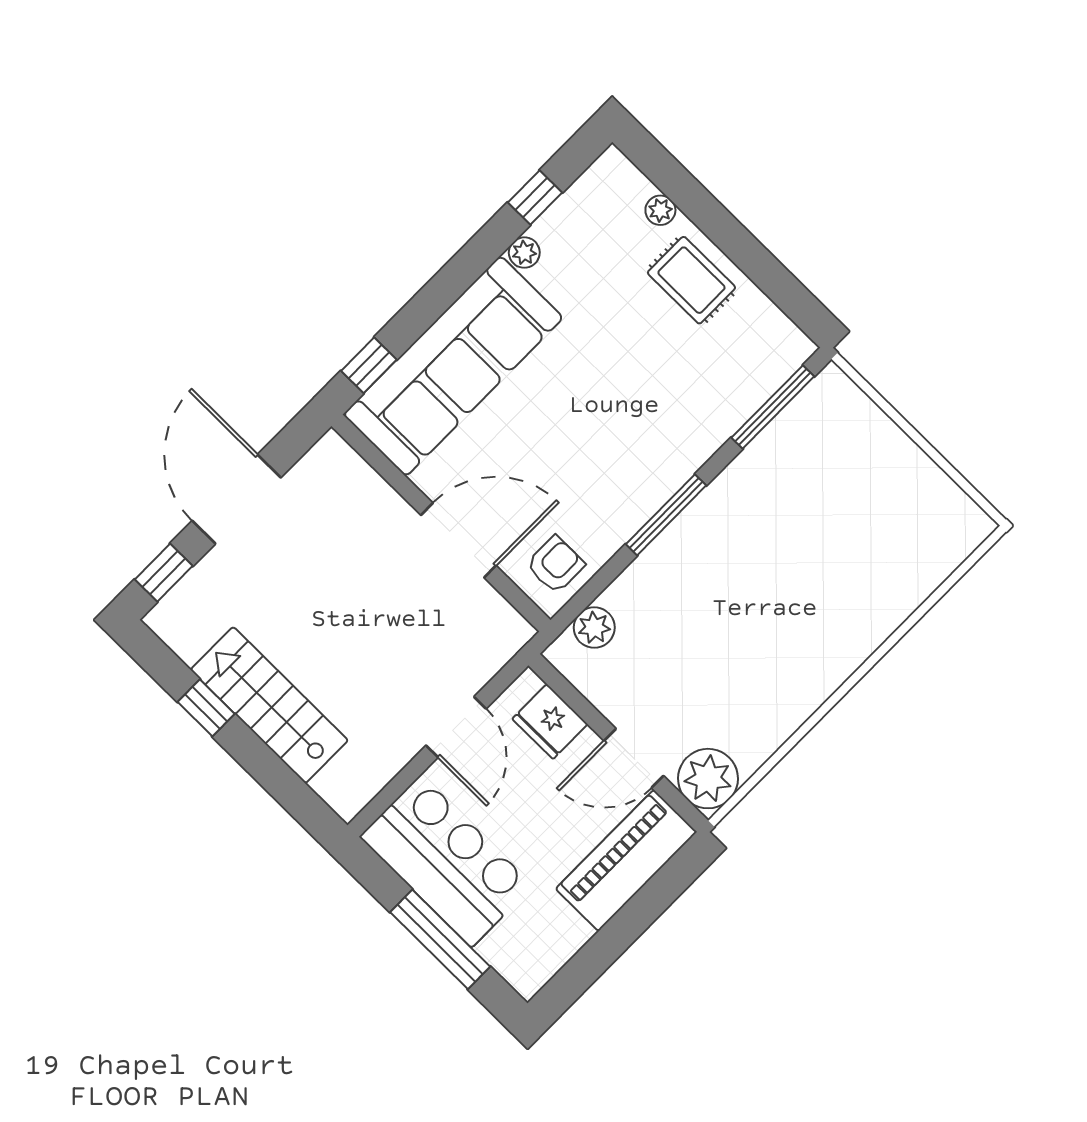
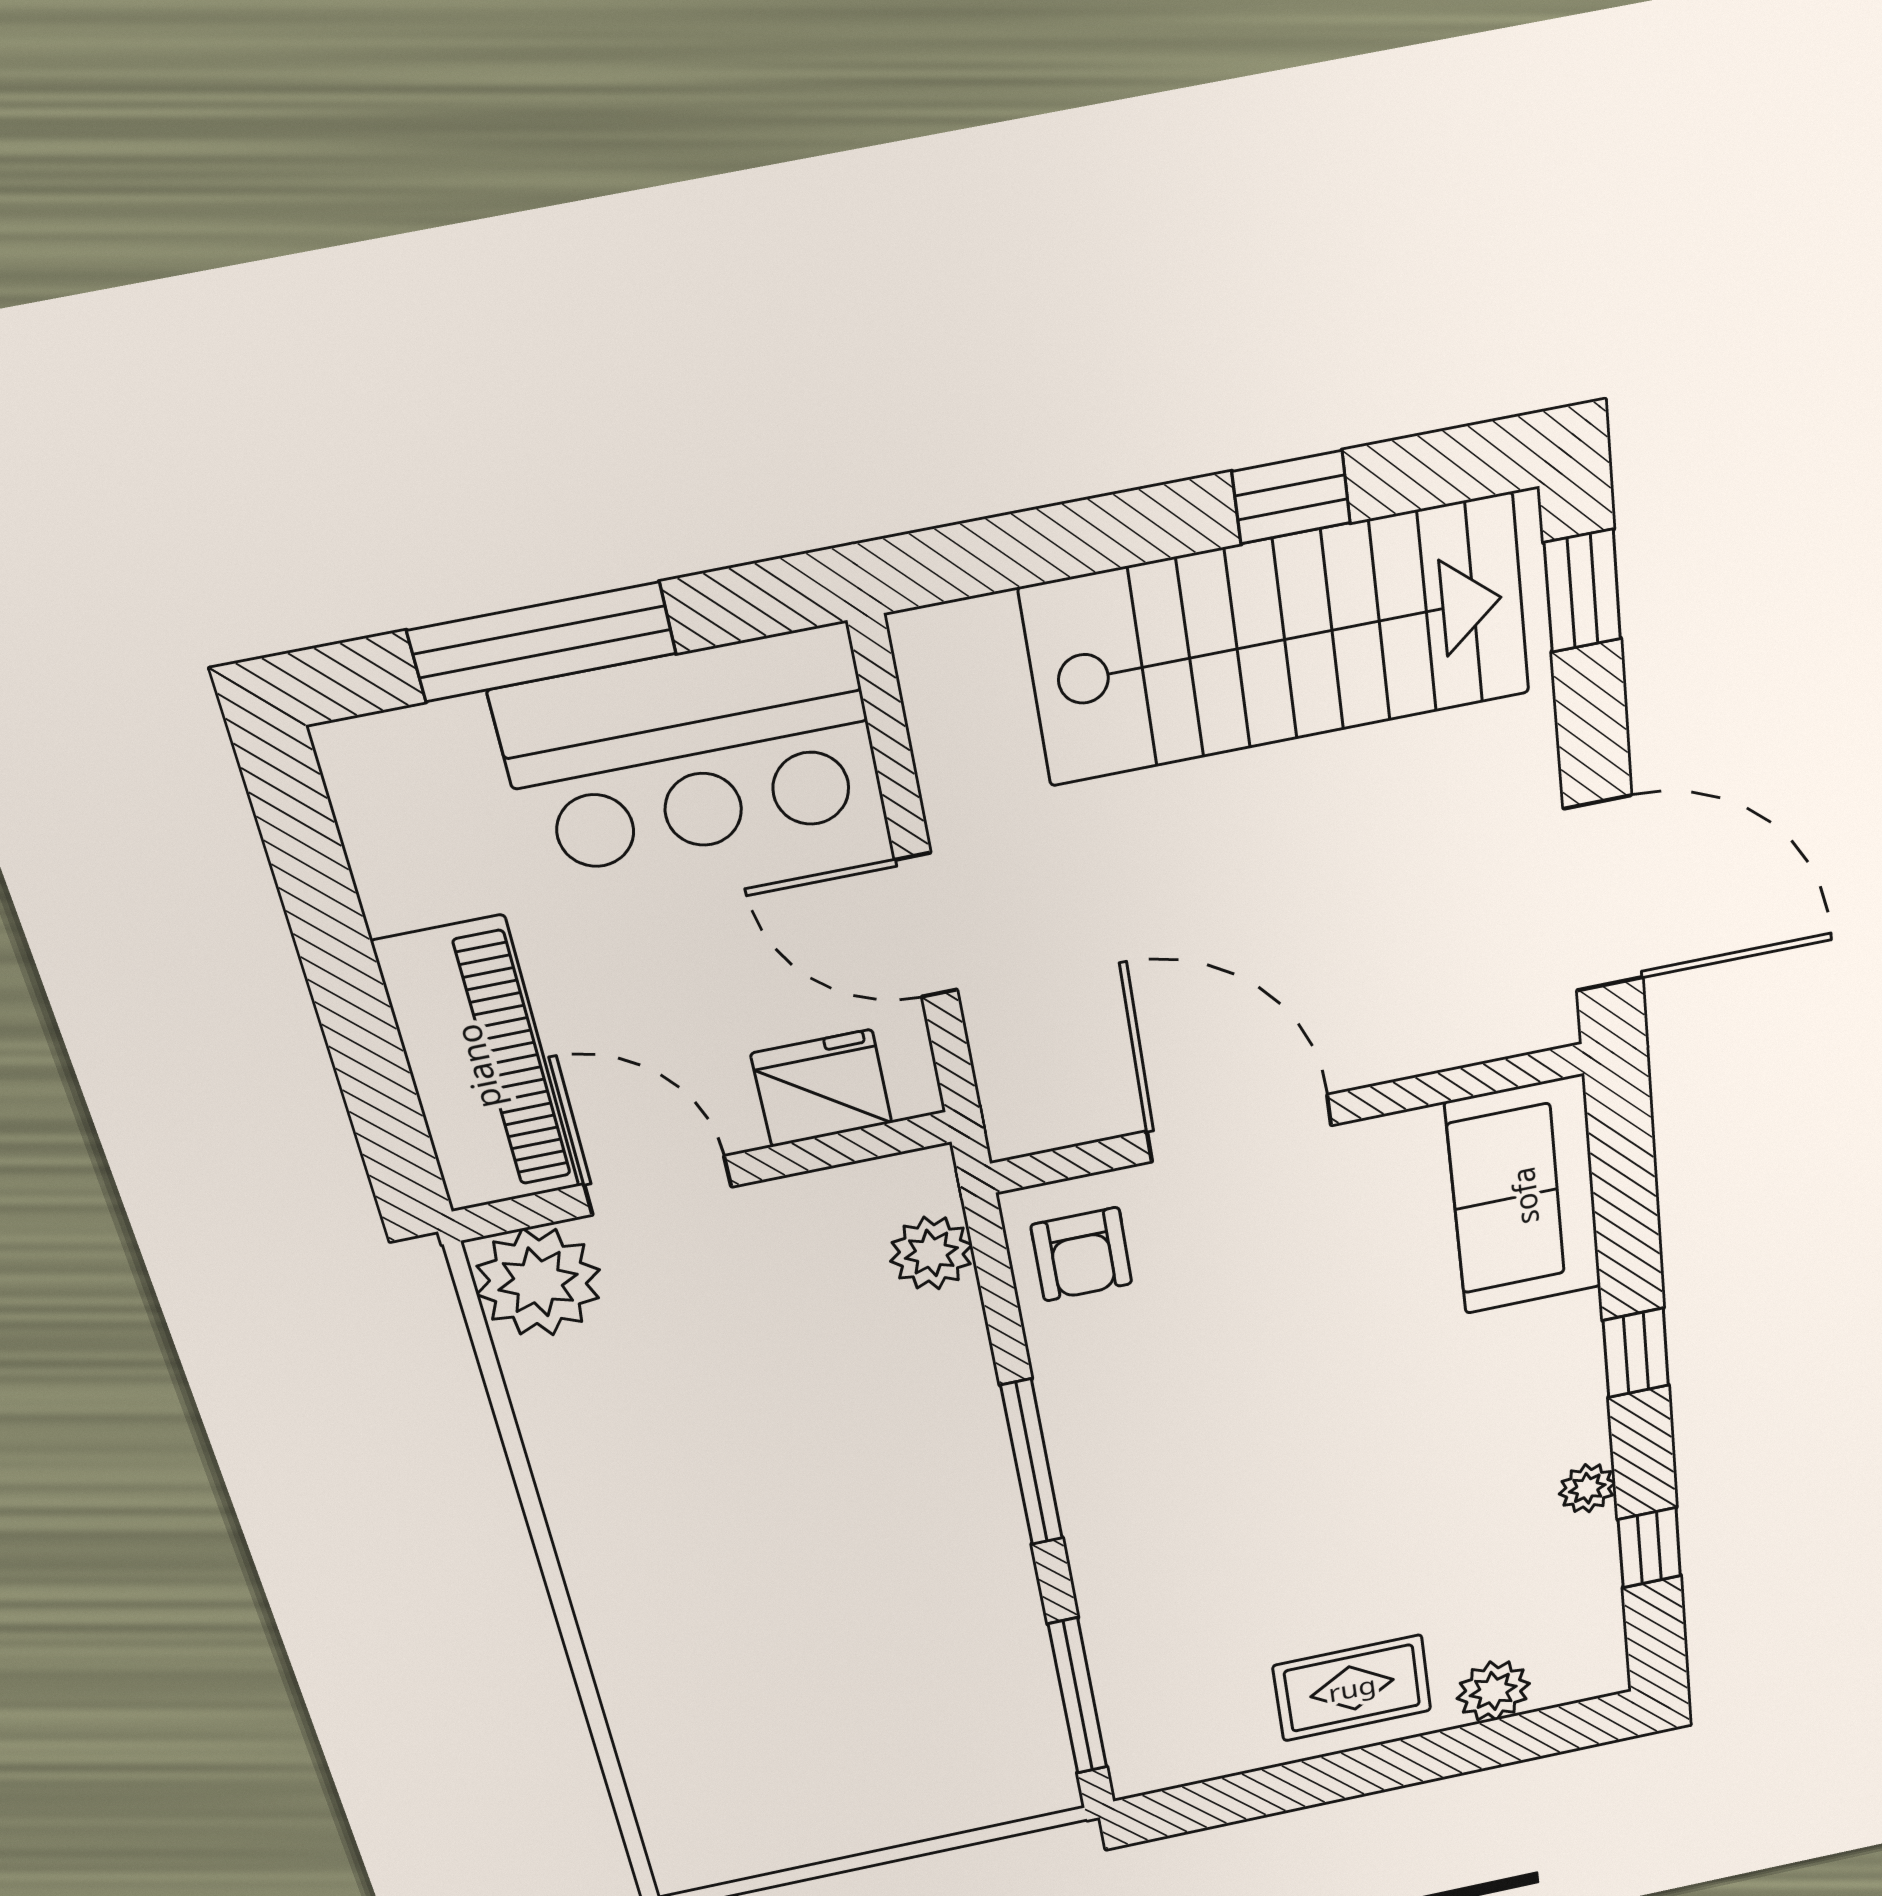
plant: (660, 210) -> (1493, 1691), width x1.38, depth x1.38
window: (369, 365) -> (1636, 1353), moved
sofa: (453, 366) -> (1524, 1196), width x0.54, depth x0.79
door: (237, 499) -> (1604, 894), moved
door: (459, 540) -> (1239, 1128), swing flipped
stairs: (269, 705) -> (1278, 641), width x1.36, depth x1.51
door: (634, 758) -> (658, 1185), hinge flipped

